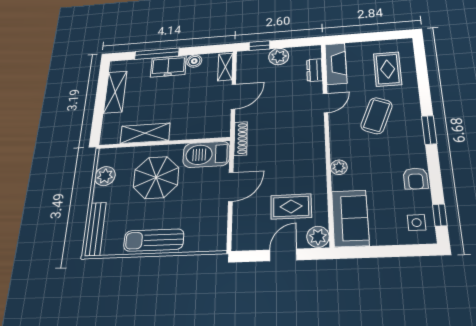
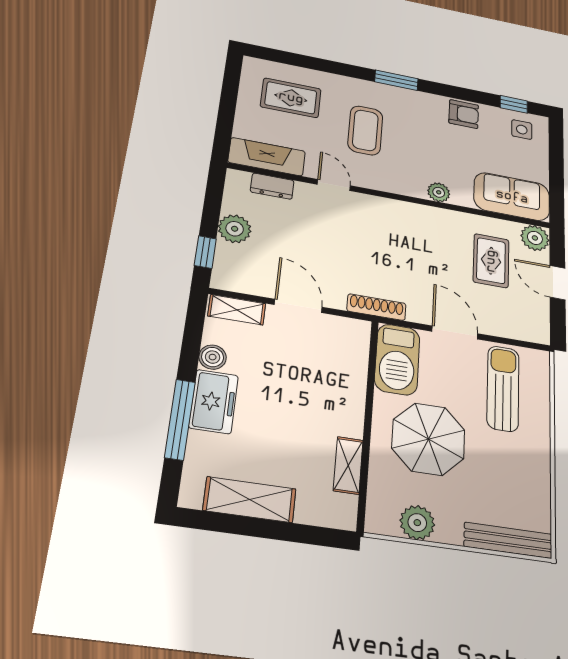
coffee table: (377, 116) -> (365, 130), turned 68
shelving: (145, 133) -> (348, 465), width x0.67, depth x0.75
sun lounger: (154, 240) -> (503, 388), moved, turned 180

